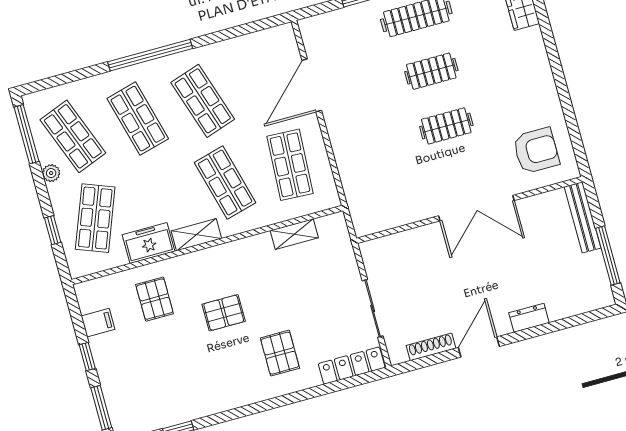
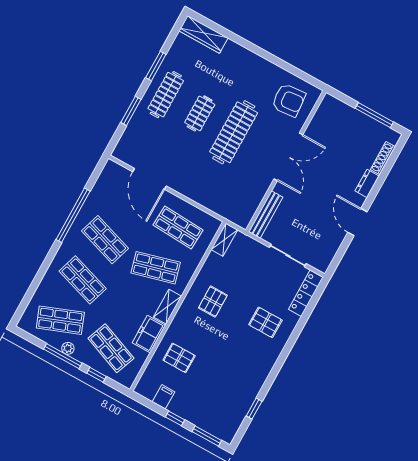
window: (150, 55) -> (73, 215), moved
shop shelf: (203, 101) -> (105, 240), turned 36
shop shelf: (138, 119) -> (83, 280), turned 33
clothes rail: (446, 126) -> (234, 132), width x1.86, depth x1.31
window: (26, 134) -> (63, 356), moved
armchair: (536, 151) -> (289, 100), turned 85
bench: (582, 217) -> (266, 214), moved, turned 90
shelving: (294, 234) -> (224, 240), moved
pallet: (224, 313) -> (213, 302), moved
shoe rack: (431, 347) -> (383, 158), moved

